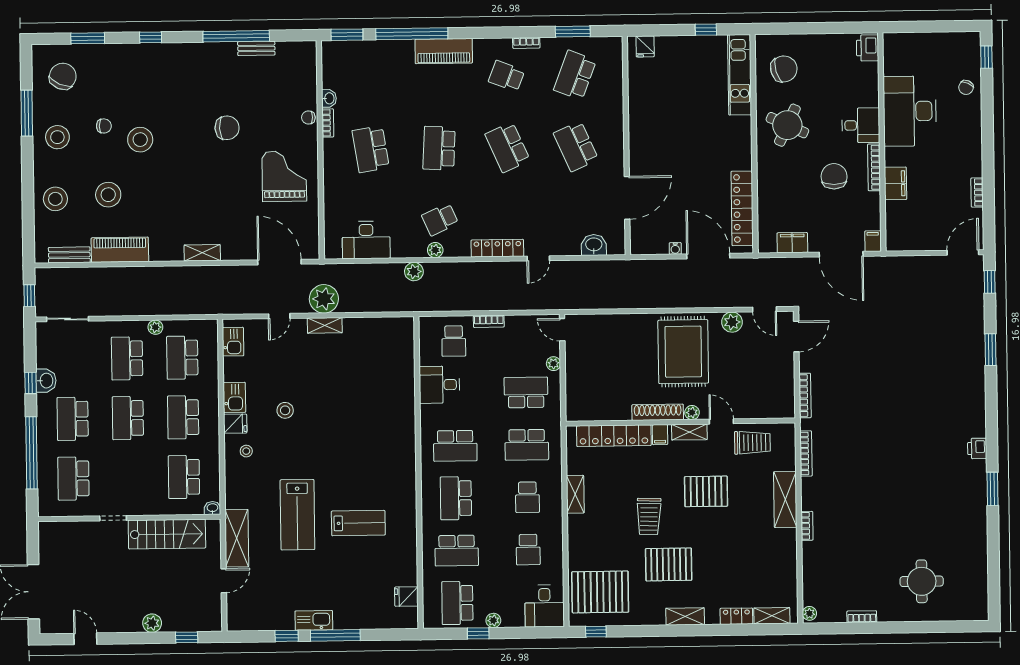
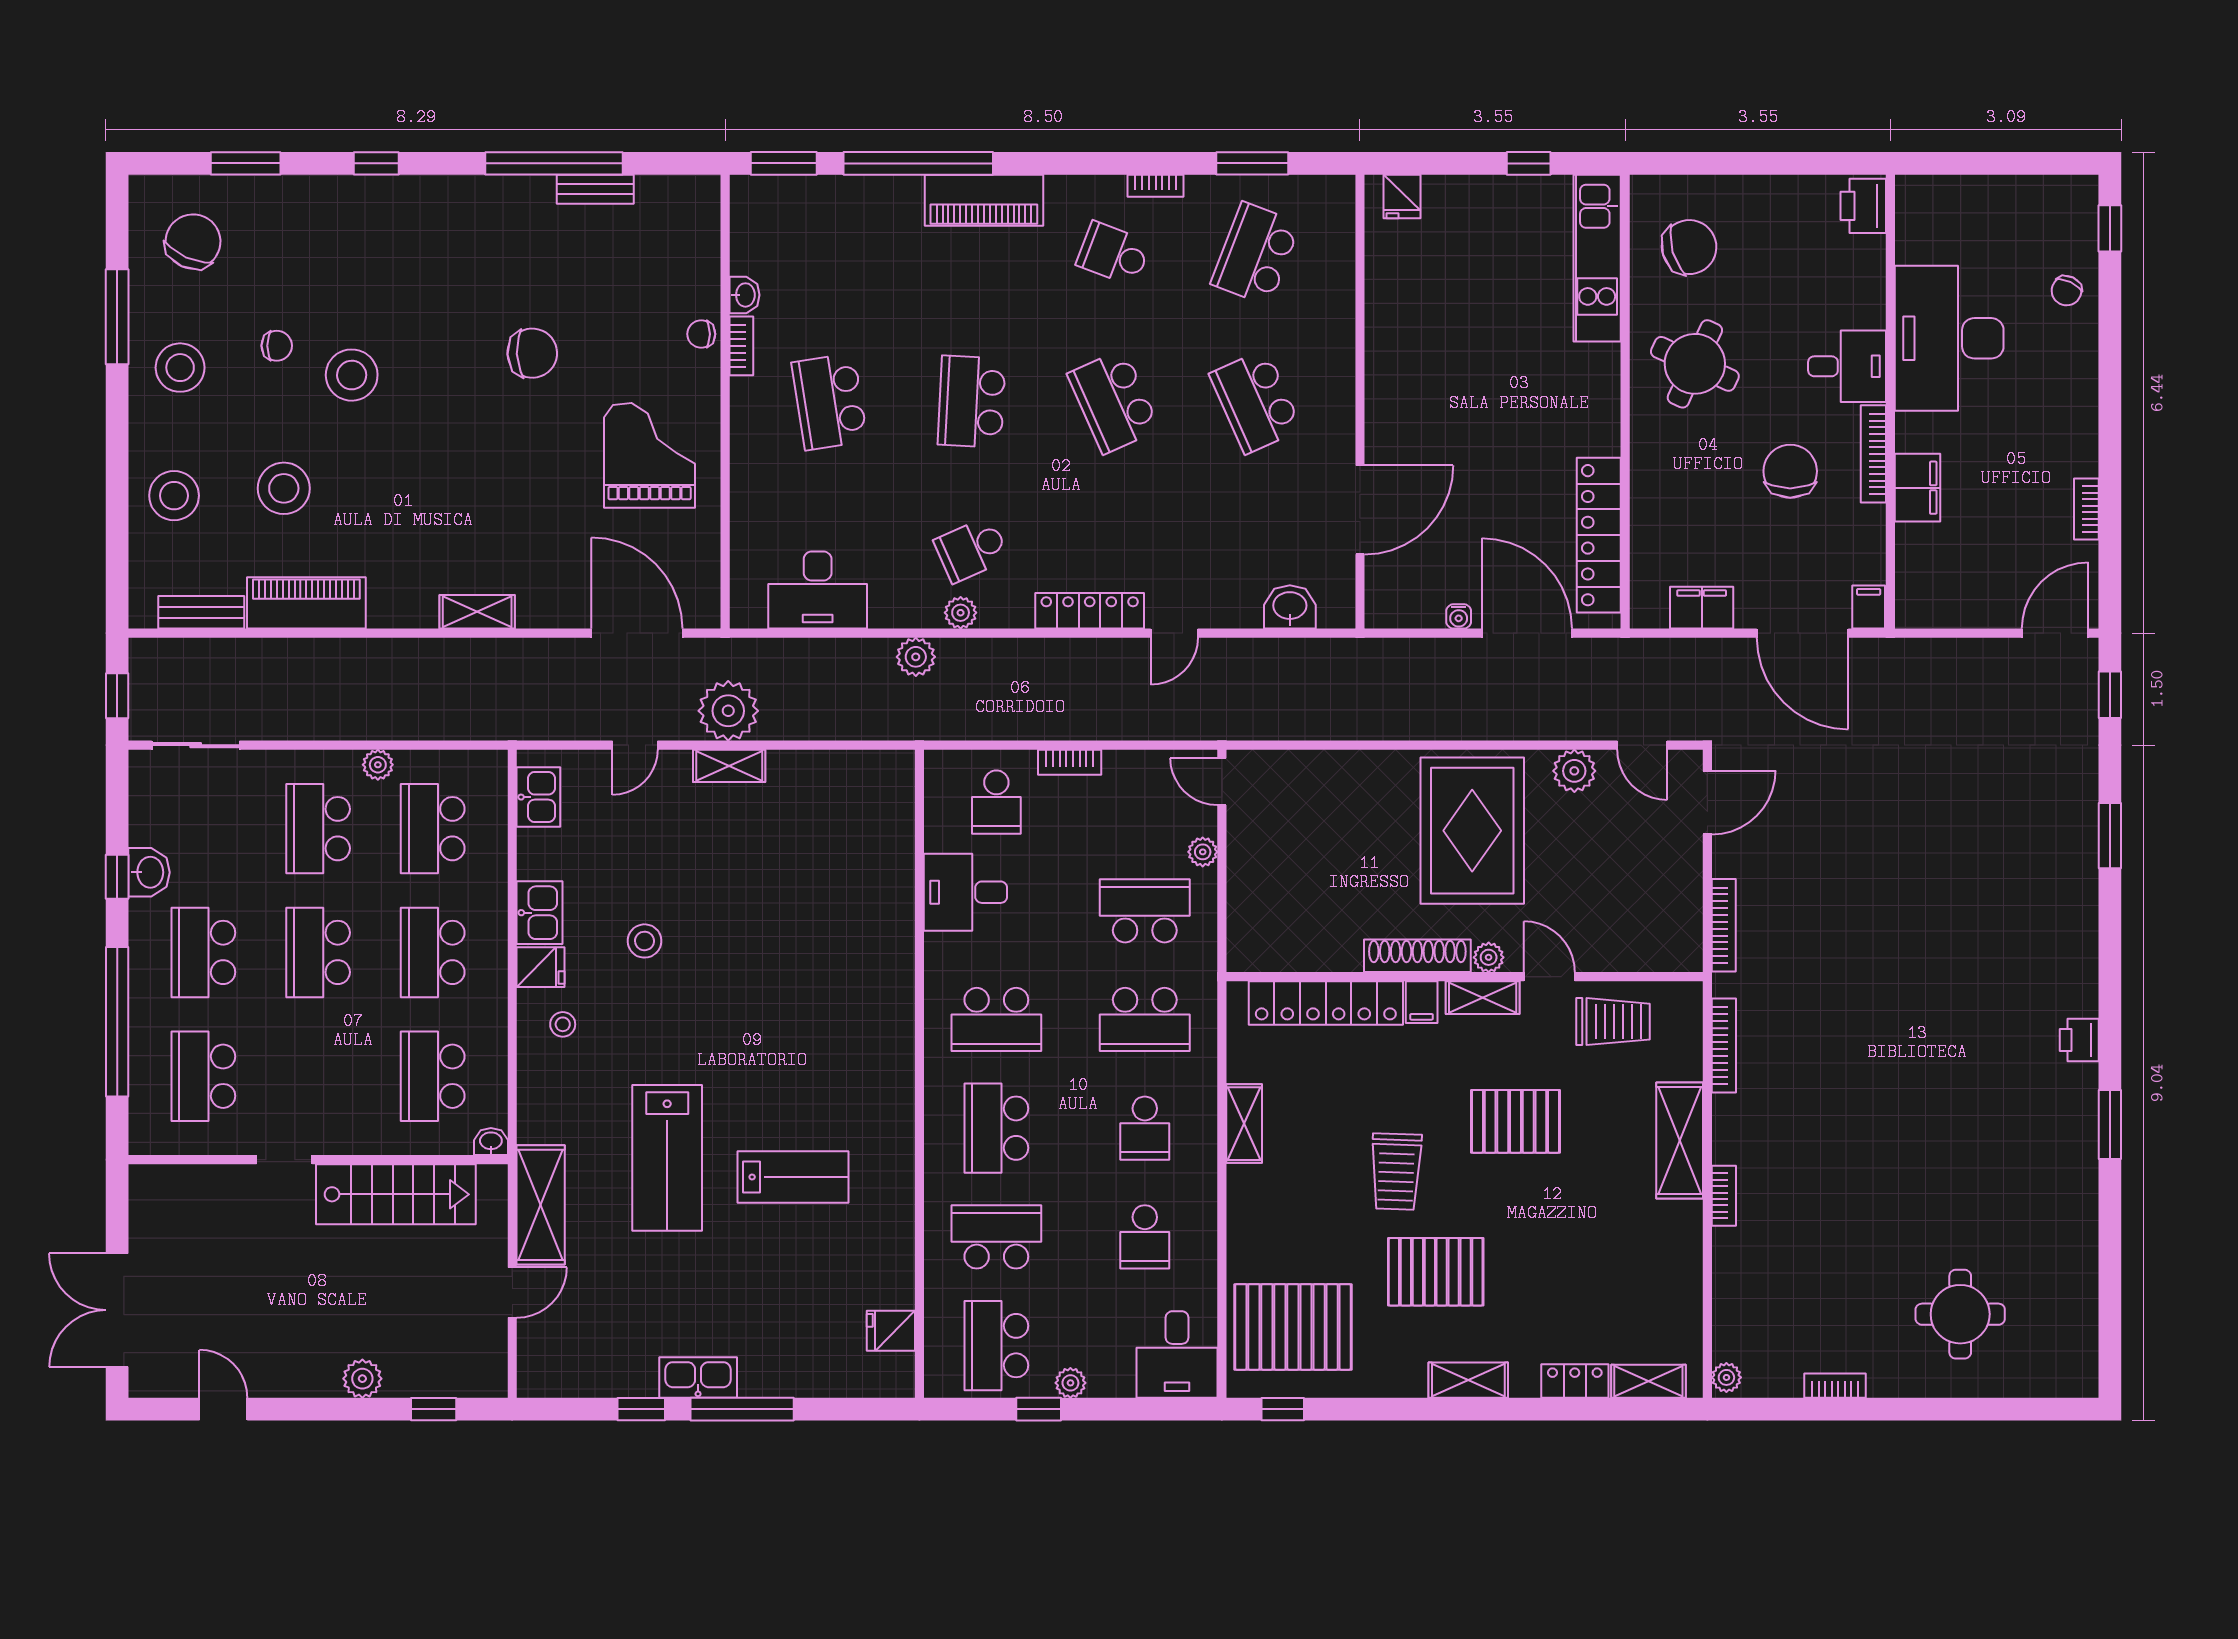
school desk: (457, 551) -> (996, 1237), turned 180

